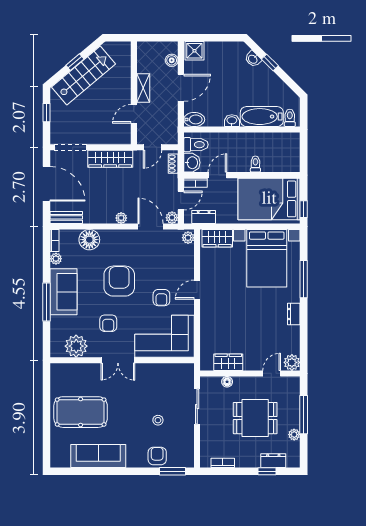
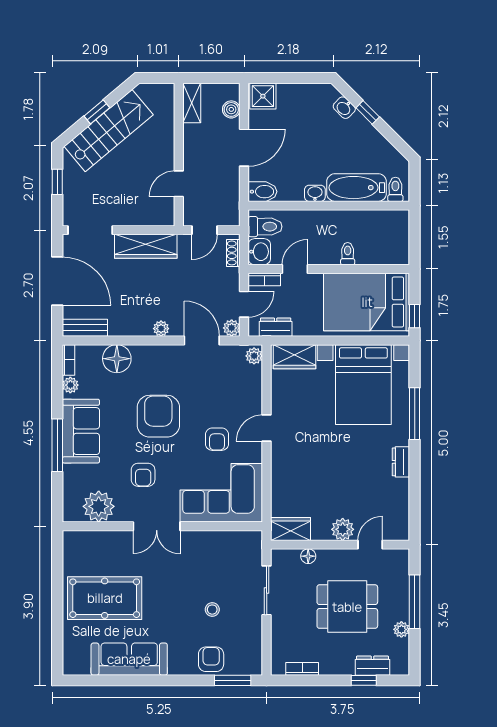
shelving: (143, 88) -> (192, 103), moved
wardrobe: (228, 362) -> (290, 529), moved
plant: (292, 362) -> (343, 529), moved

